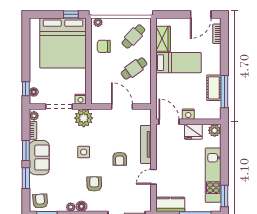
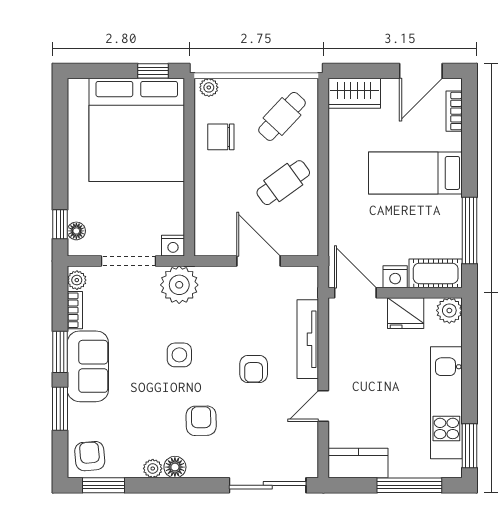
wardrobe: (163, 39) -> (354, 93), moved, turned 90
bed: (178, 63) -> (415, 173), moved, turned 180
cot: (214, 88) -> (436, 273), moved, turned 90

